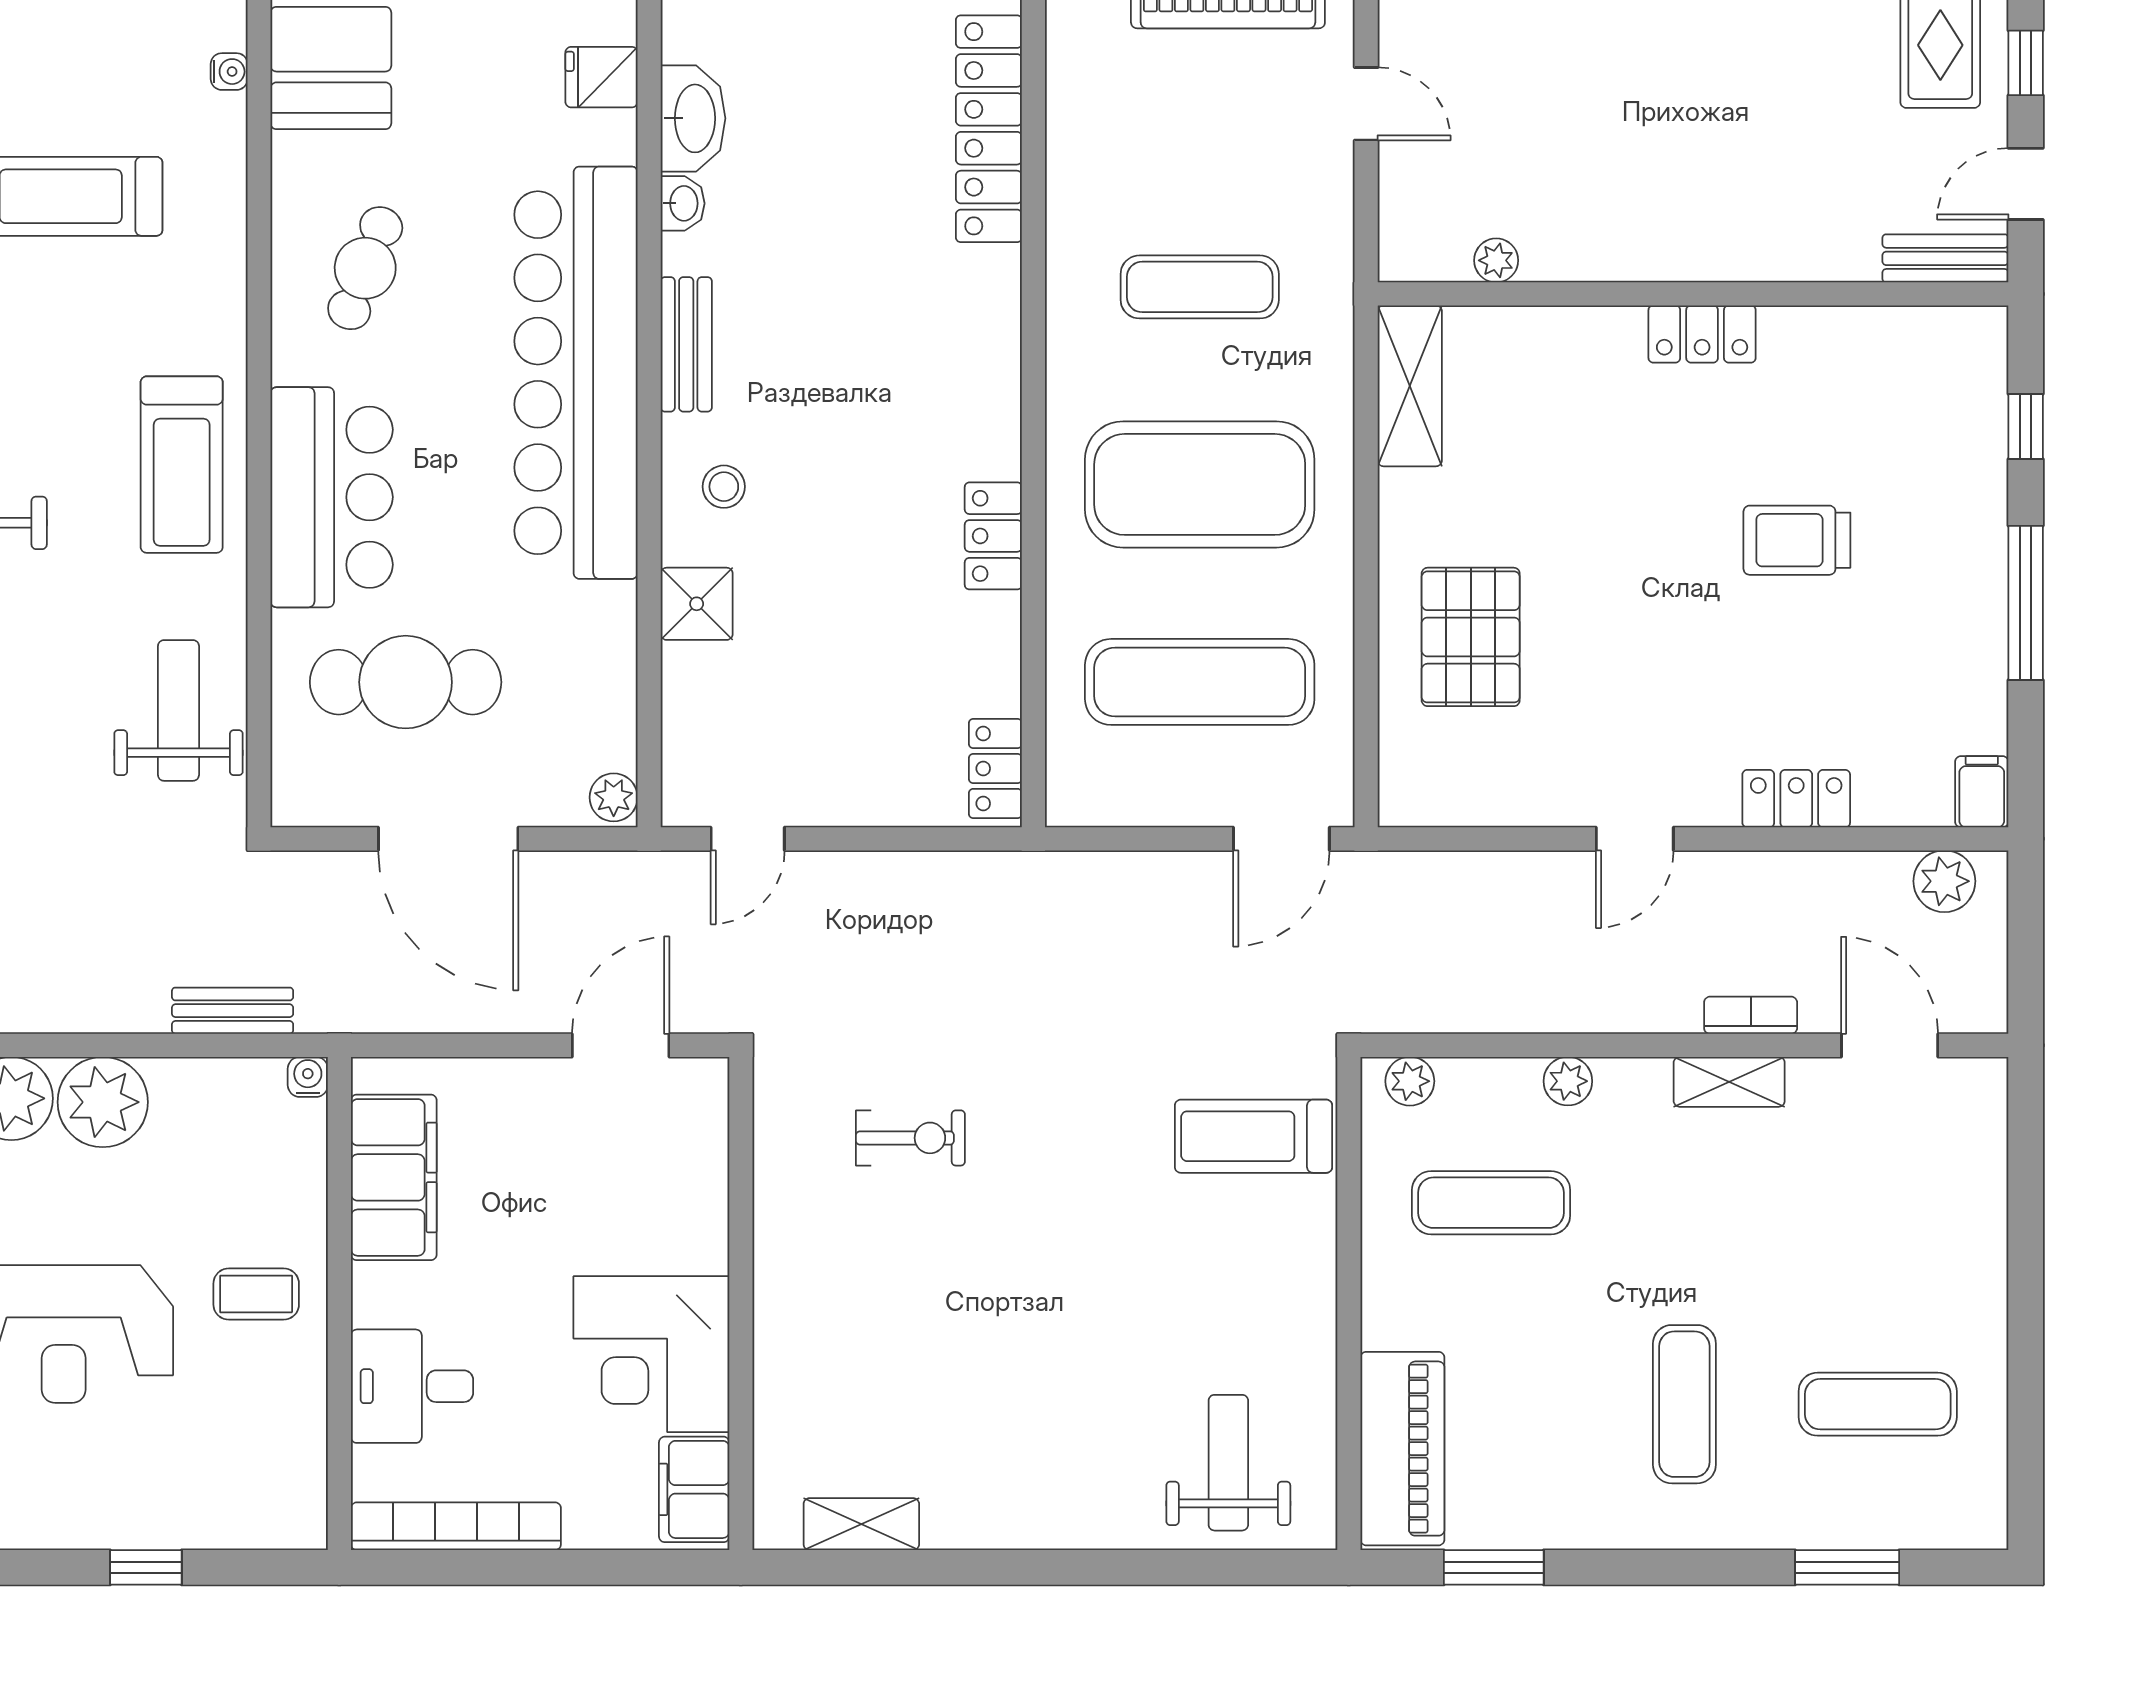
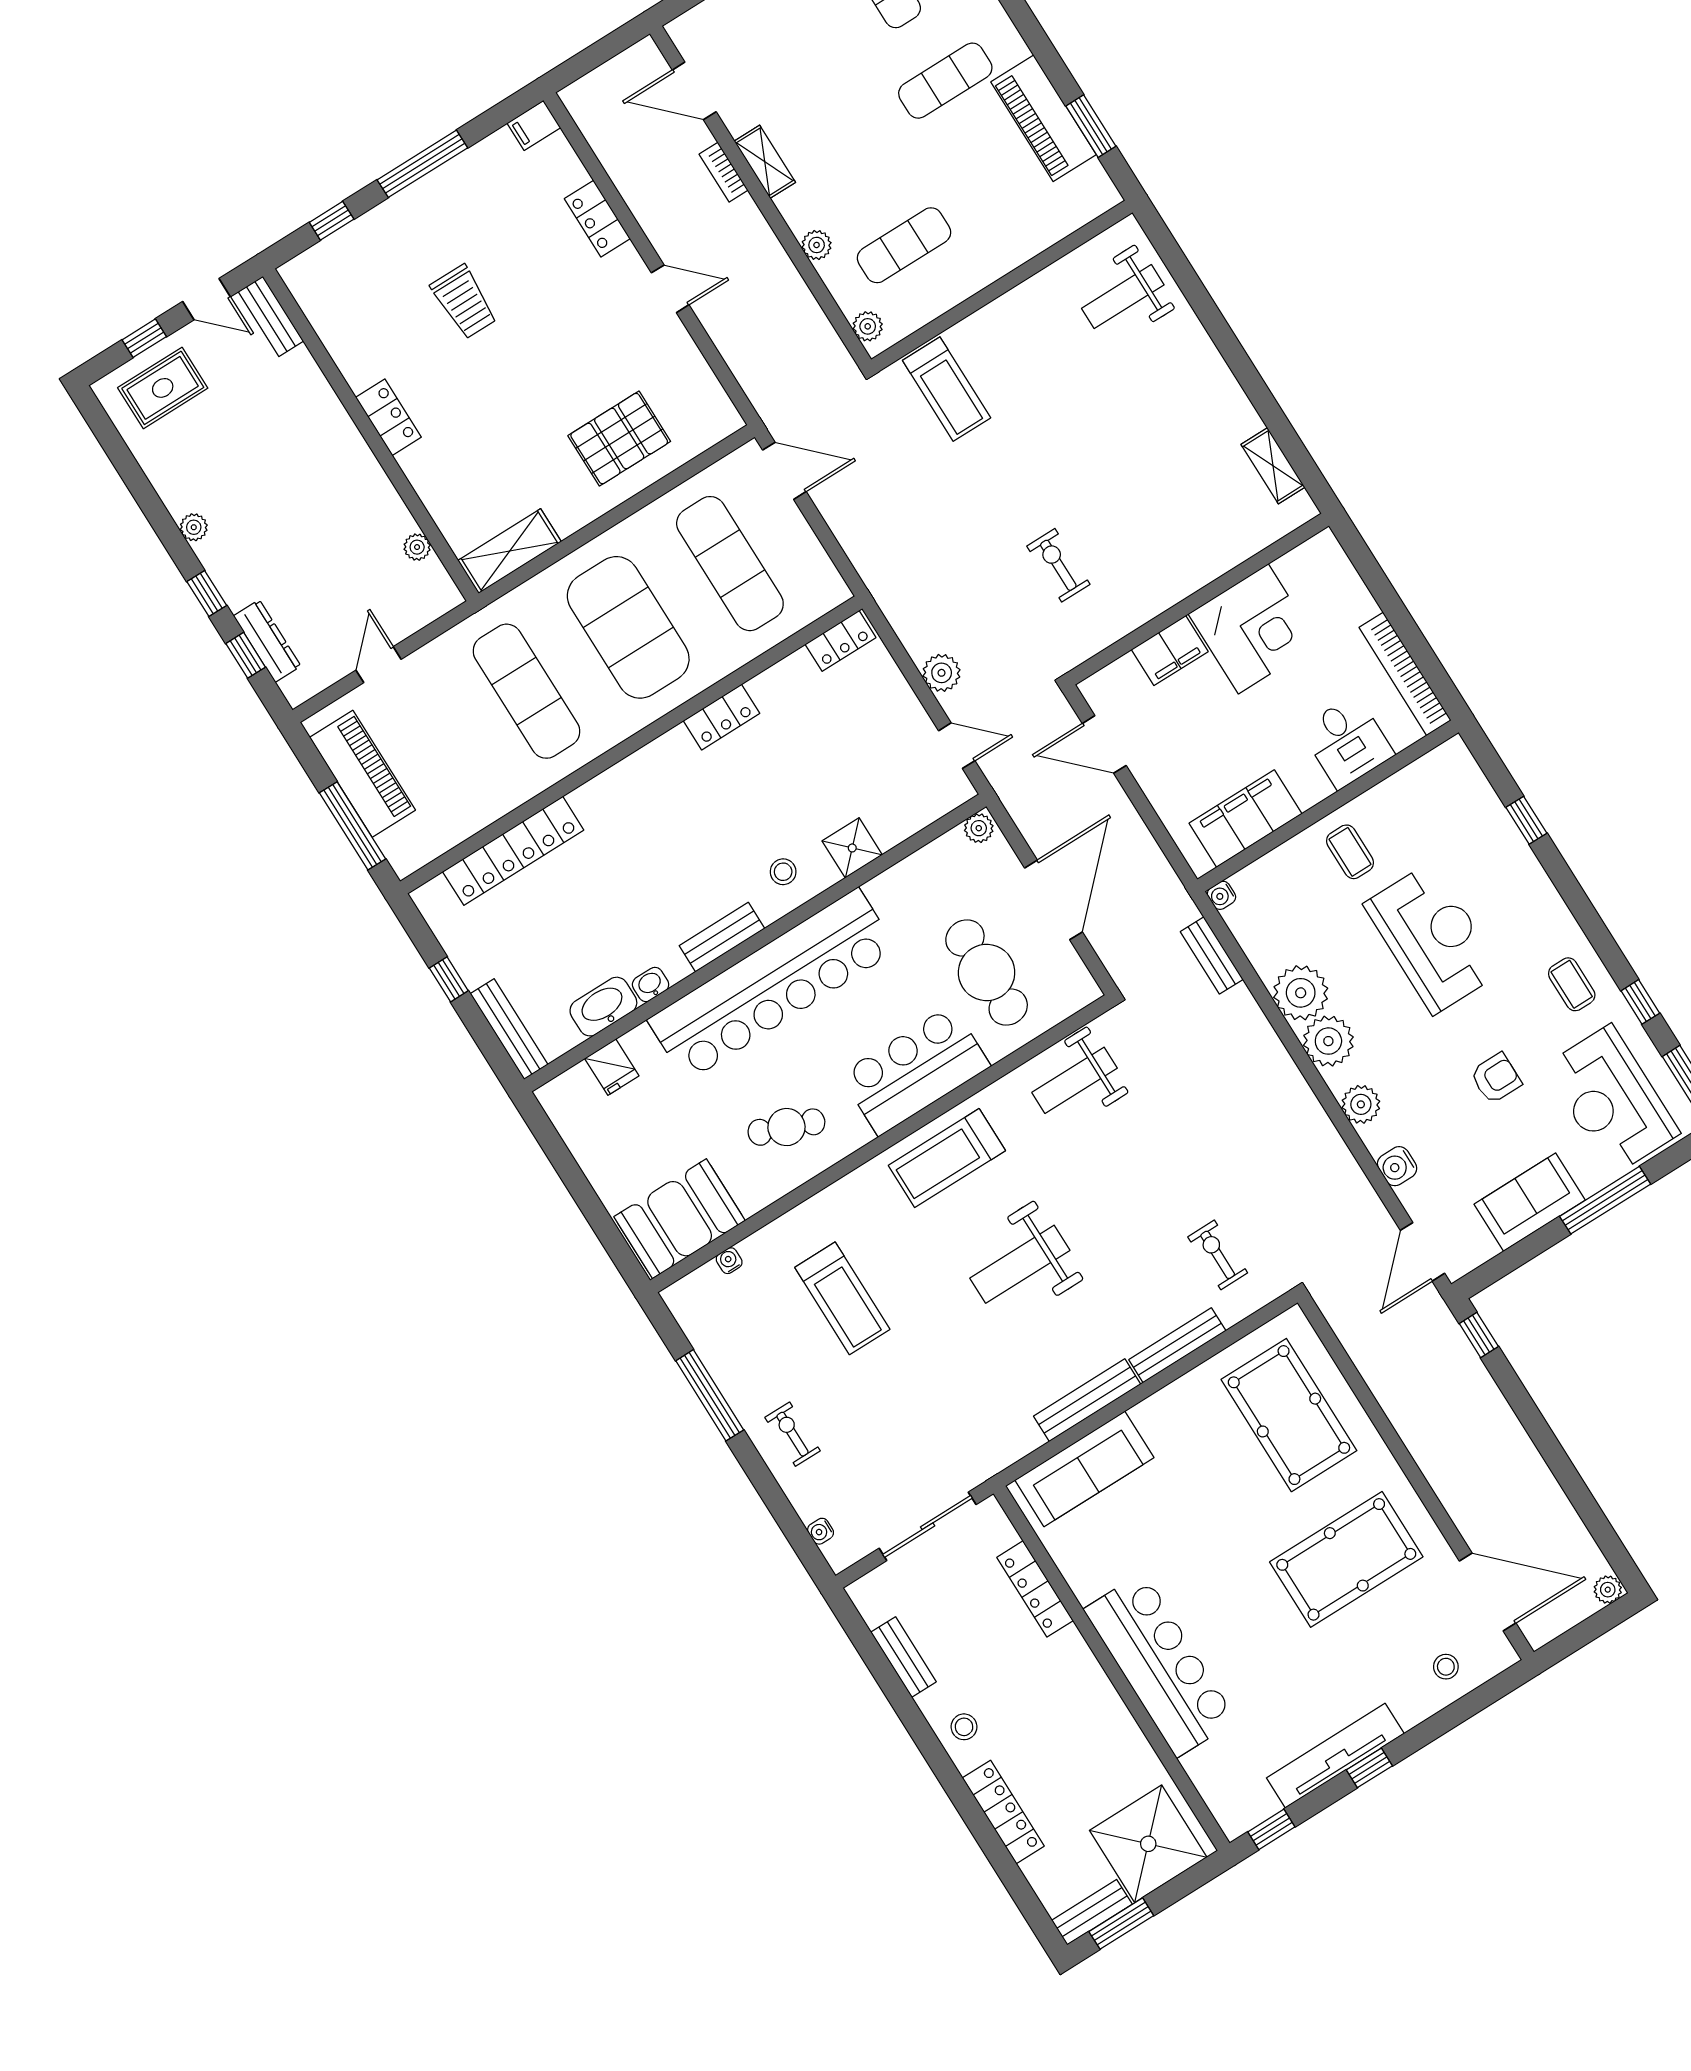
exercise mat: (1200, 287) -> (527, 691), width x1.36, depth x1.45
treadmill: (182, 465) -> (947, 1158), turned 180
plant: (1944, 881) -> (942, 673), moved
door: (1890, 1045) -> (694, 91), hinge flipped
exercise mat: (1491, 1203) -> (904, 245), turned 90
piano: (1402, 1449) -> (1043, 118), moved, turned -90
filing cabinet: (694, 1489) -> (1170, 651), moved

